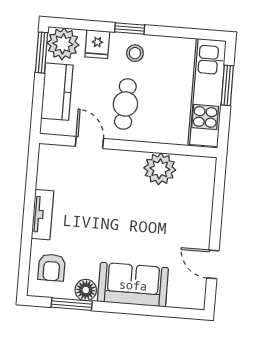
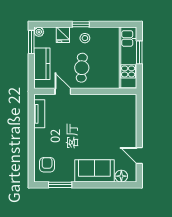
plant: (63, 44) -> (39, 32), width x0.53, depth x0.53
plant: (160, 169) -> (104, 103), removed
tv unit: (42, 215) -> (39, 114), moved
armchair: (52, 267) -> (47, 165), turned 180
floor lamp: (86, 290) -> (121, 176), moved

